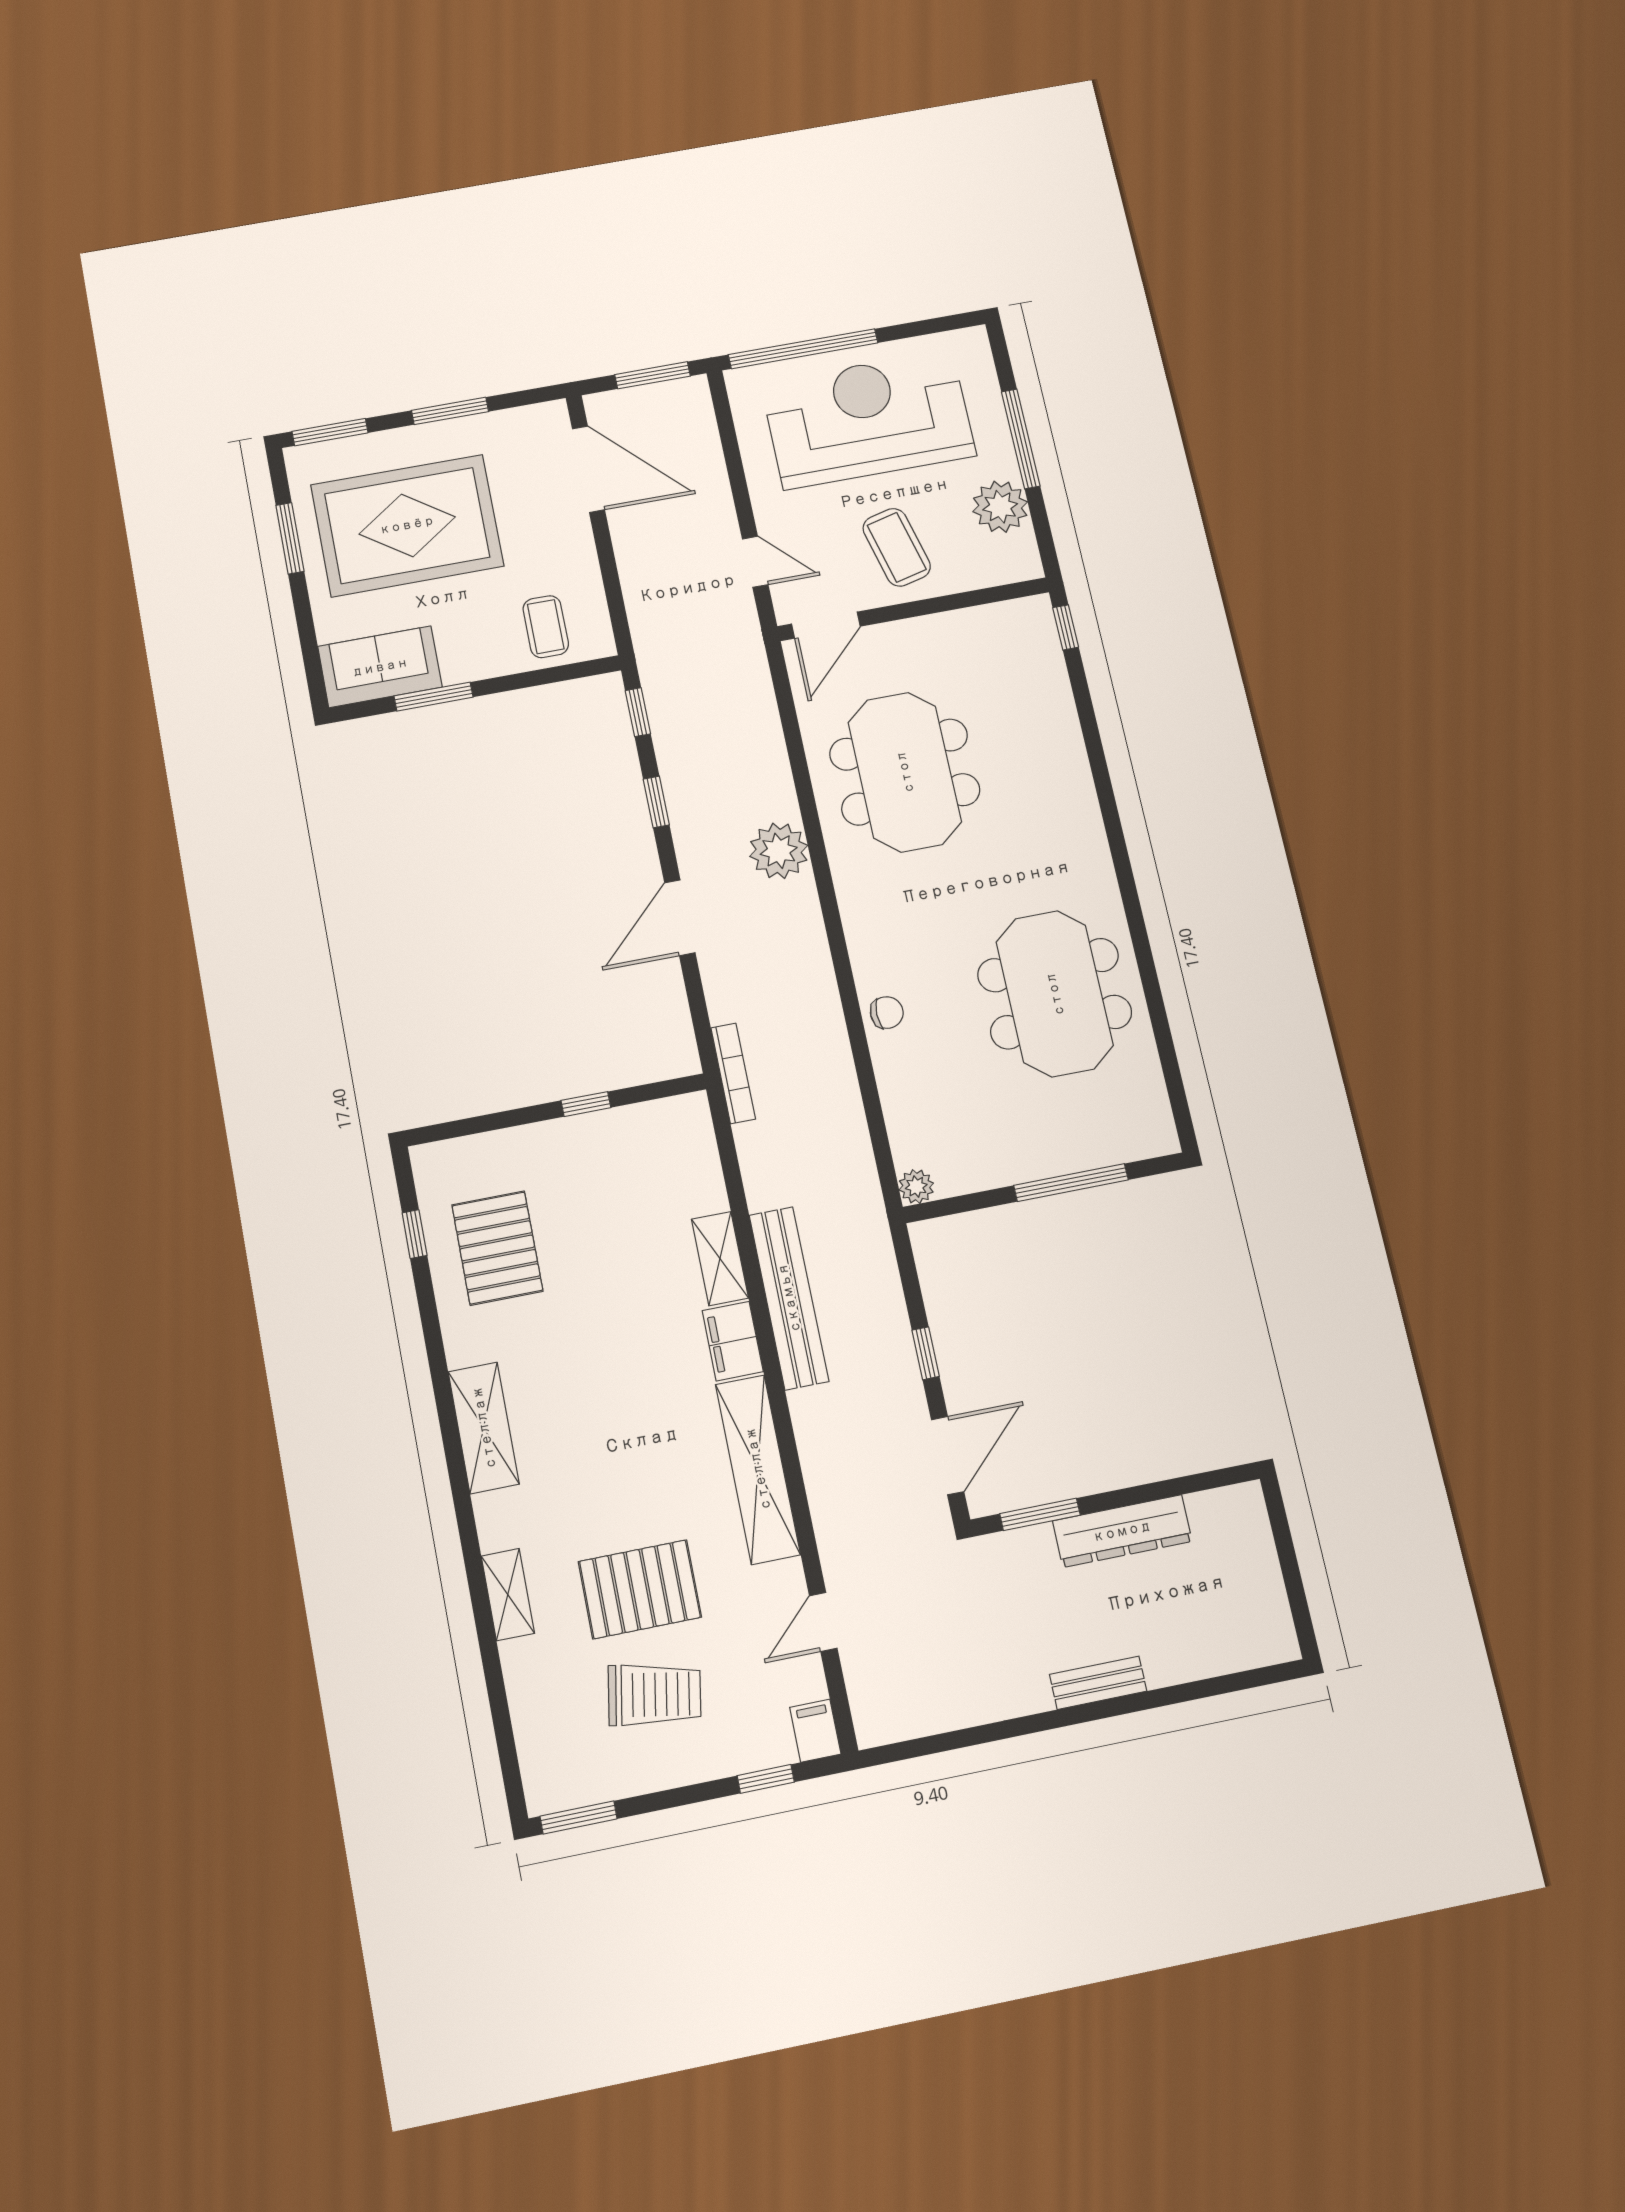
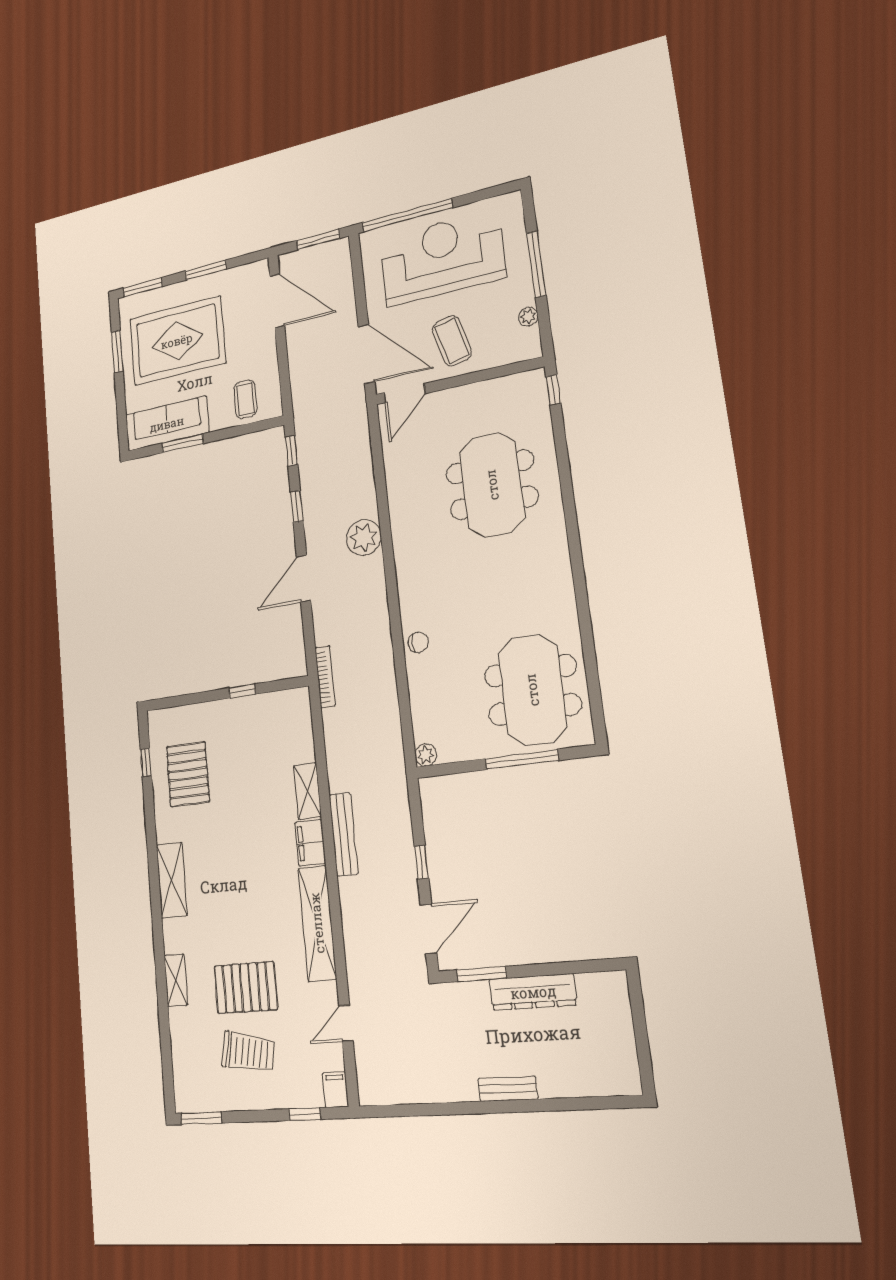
plant: (1000, 507) -> (528, 317), width x0.53, depth x0.53
door: (755, 562) -> (366, 354), width x1.87
sofa: (380, 667) -> (167, 424), width x1.36
meeting table: (905, 772) -> (492, 485), moved
meeting table: (1055, 994) -> (532, 690), moved
bench: (789, 1298) -> (344, 834), width x0.73, depth x0.82

